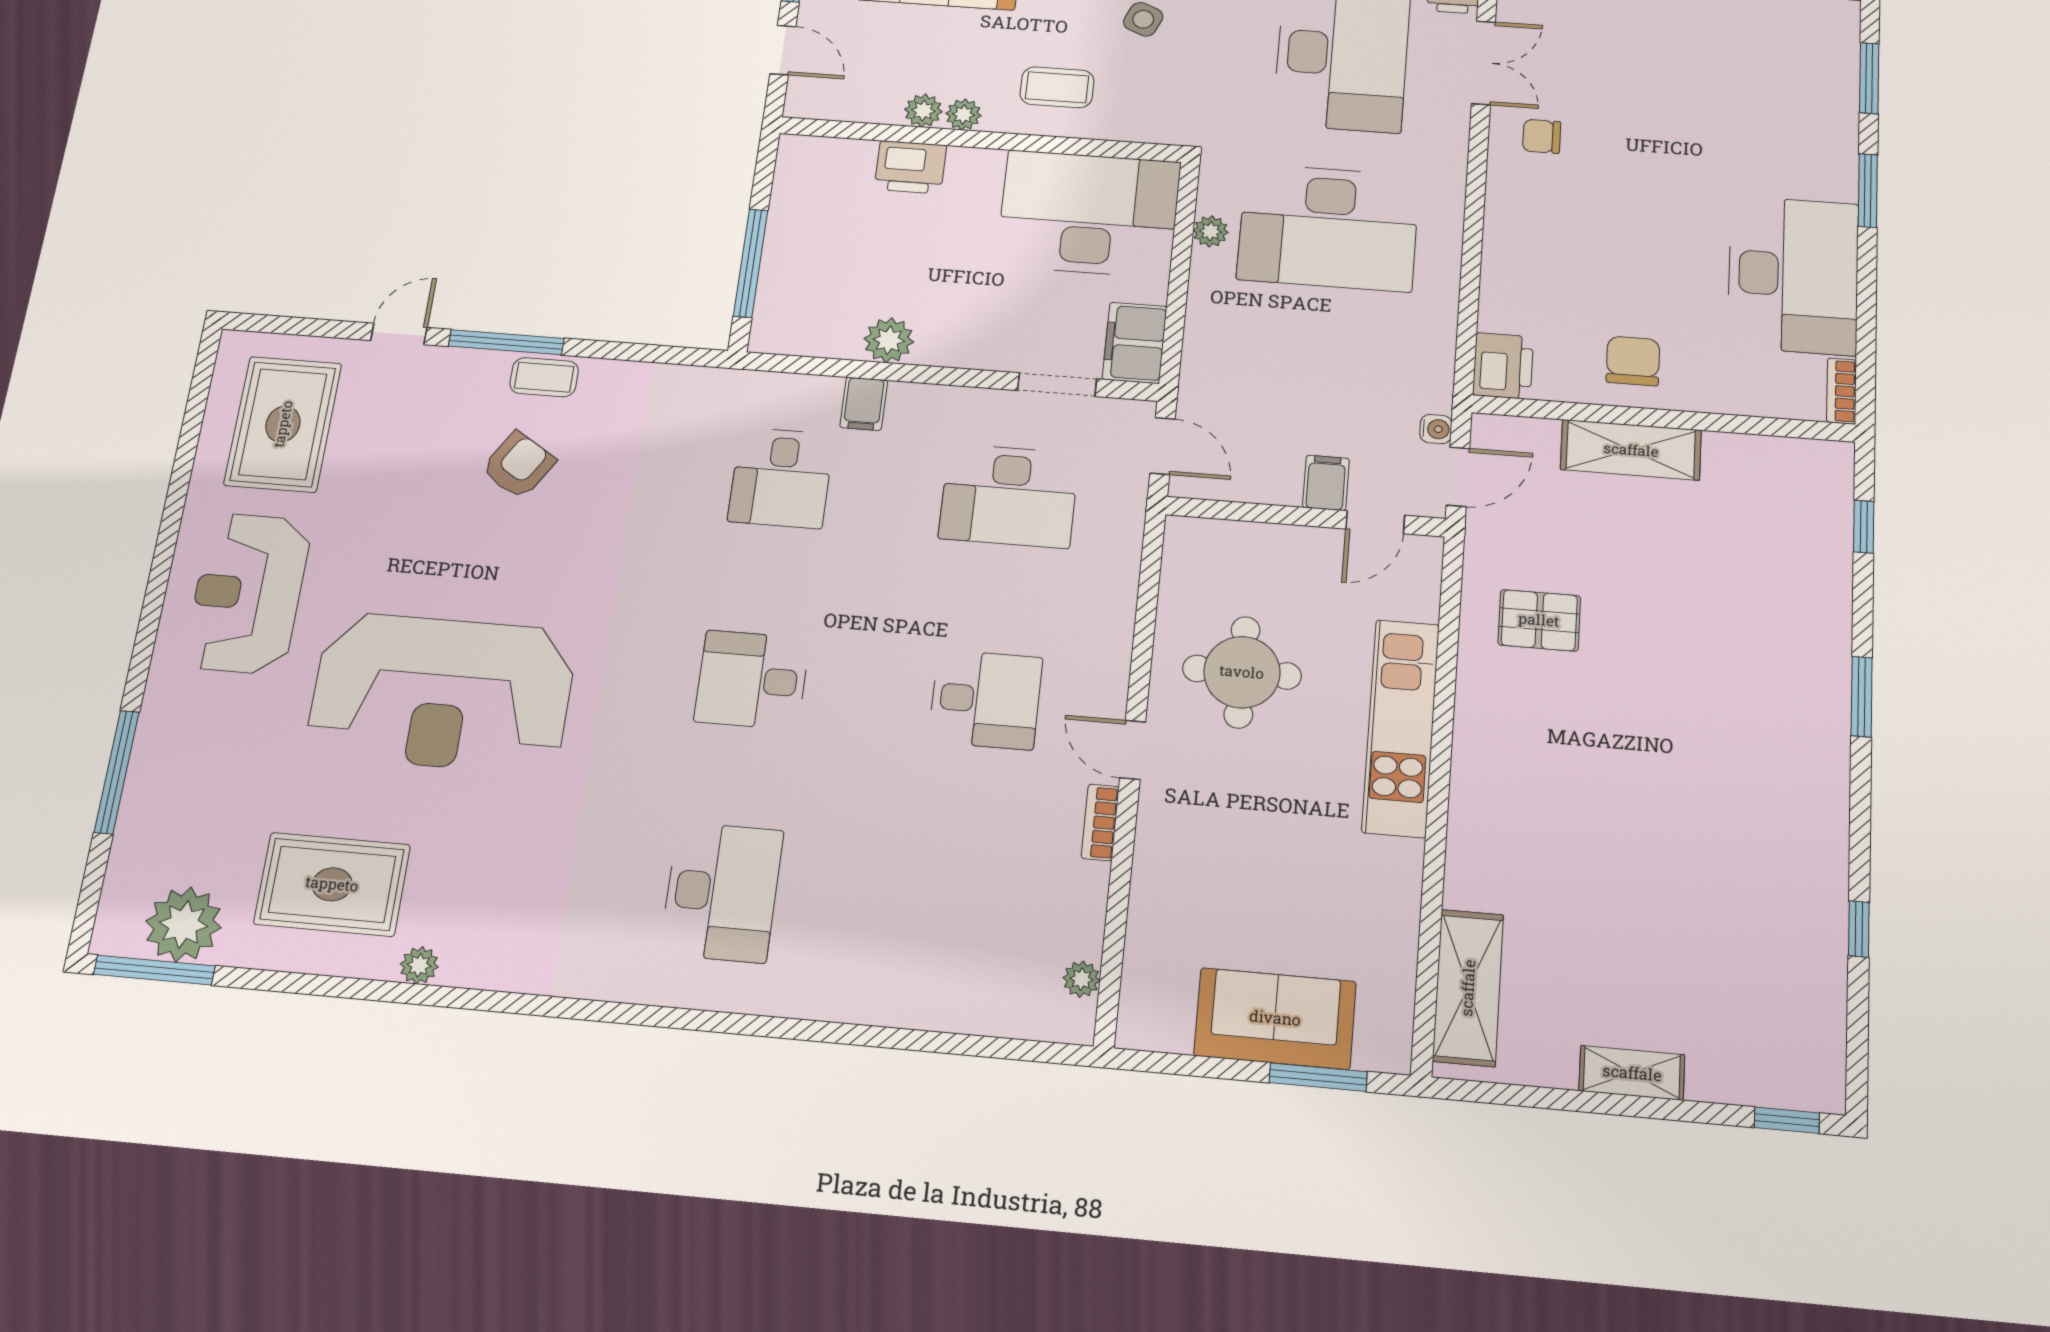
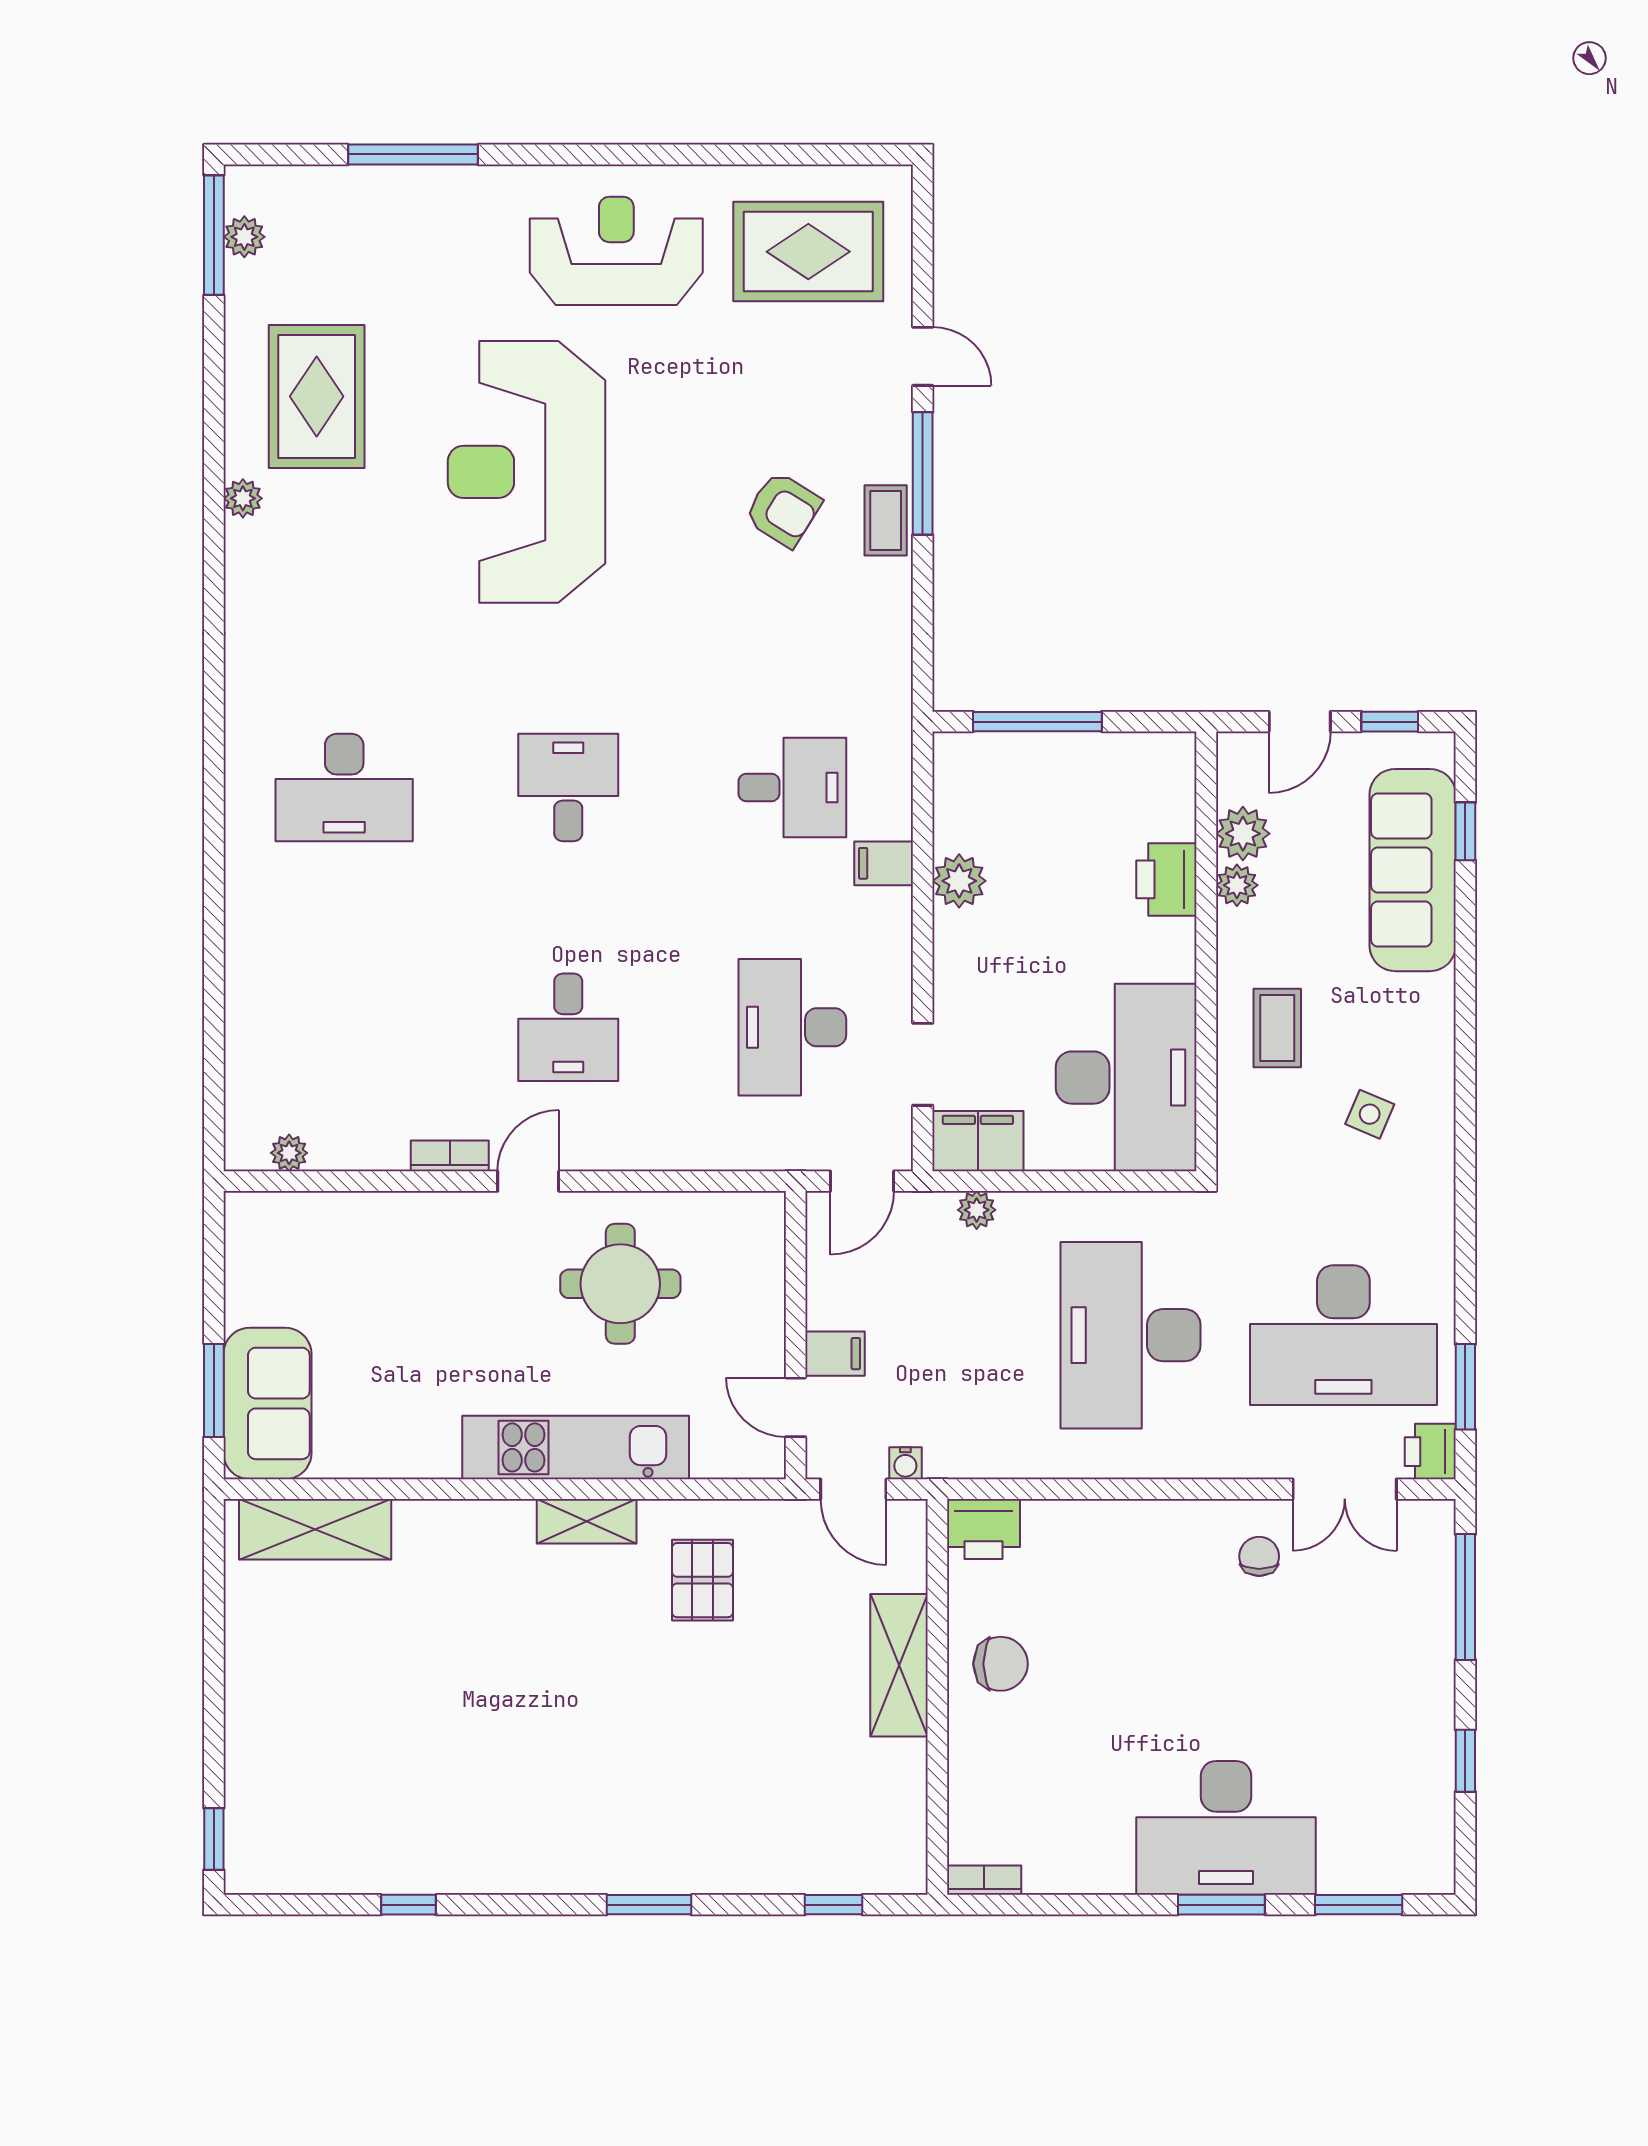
plant: (963, 114) -> (1243, 834), moved, width x1.38, depth x1.38
plant: (1211, 231) -> (977, 1210), moved
desk: (1793, 275) -> (1226, 1828), moved
desk: (781, 478) -> (792, 788), turned 180
plant: (183, 924) -> (244, 237), width x0.53, depth x0.53
sofa: (1275, 1018) -> (267, 1403), moved
shelving: (1632, 1073) -> (587, 1521), moved, turned 90

